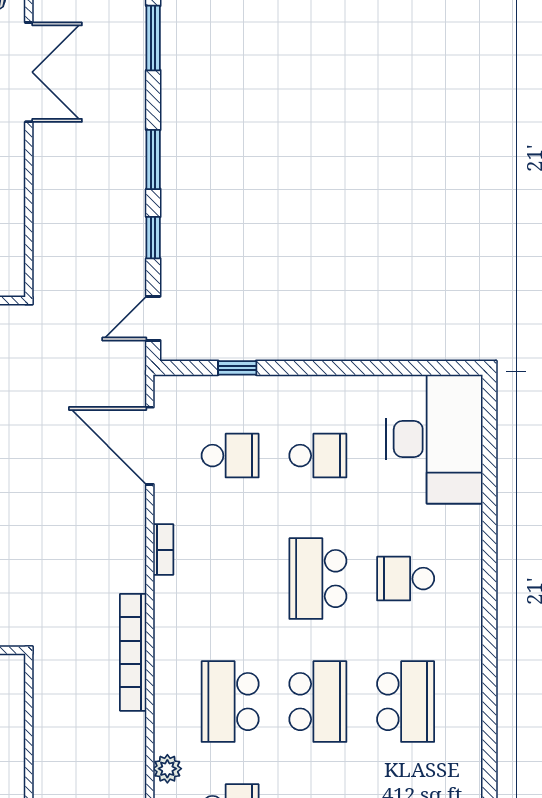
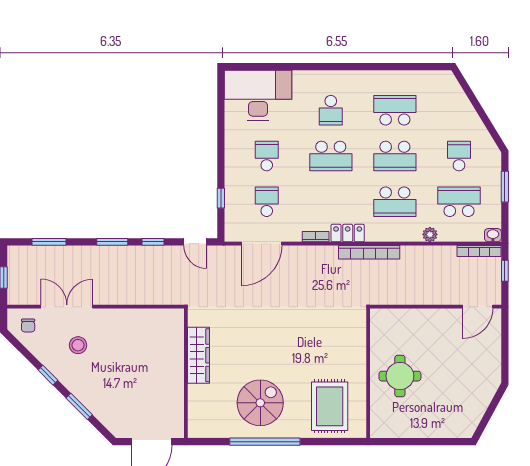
locker: (170, 611) -> (348, 233), added
school desk: (318, 702) -> (395, 156), turned 180

